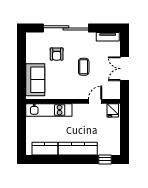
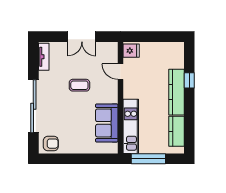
armchair: (57, 54) -> (51, 144), moved
sofa: (35, 80) -> (107, 123), moved, turned -90
window: (22, 125) -> (148, 159), added
window: (105, 159) -> (189, 80), moved

